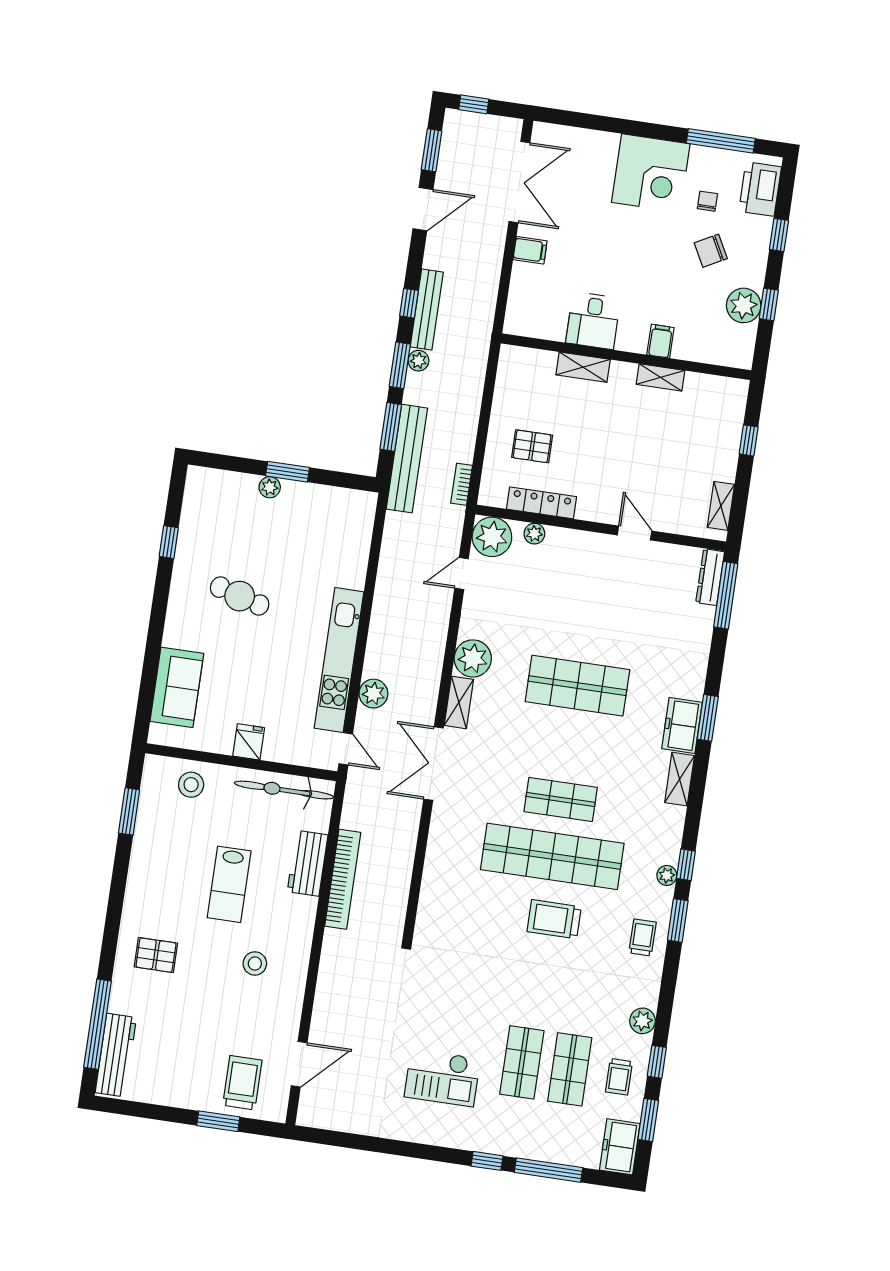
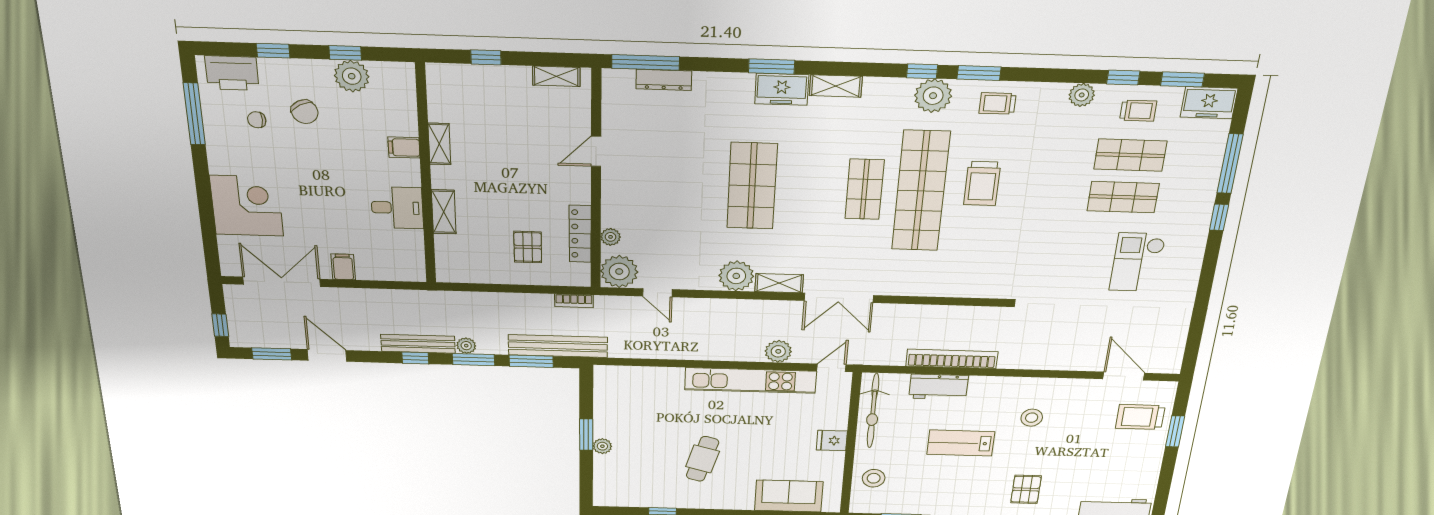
corner desk: (651, 173) -> (247, 206), moved
dresser: (710, 577) -> (664, 80), moved
plant: (667, 875) -> (933, 96), width x1.88, depth x1.88
lab bench: (229, 884) -> (961, 443), turned 180
checkout: (442, 1078) -> (1137, 262), turned 180

